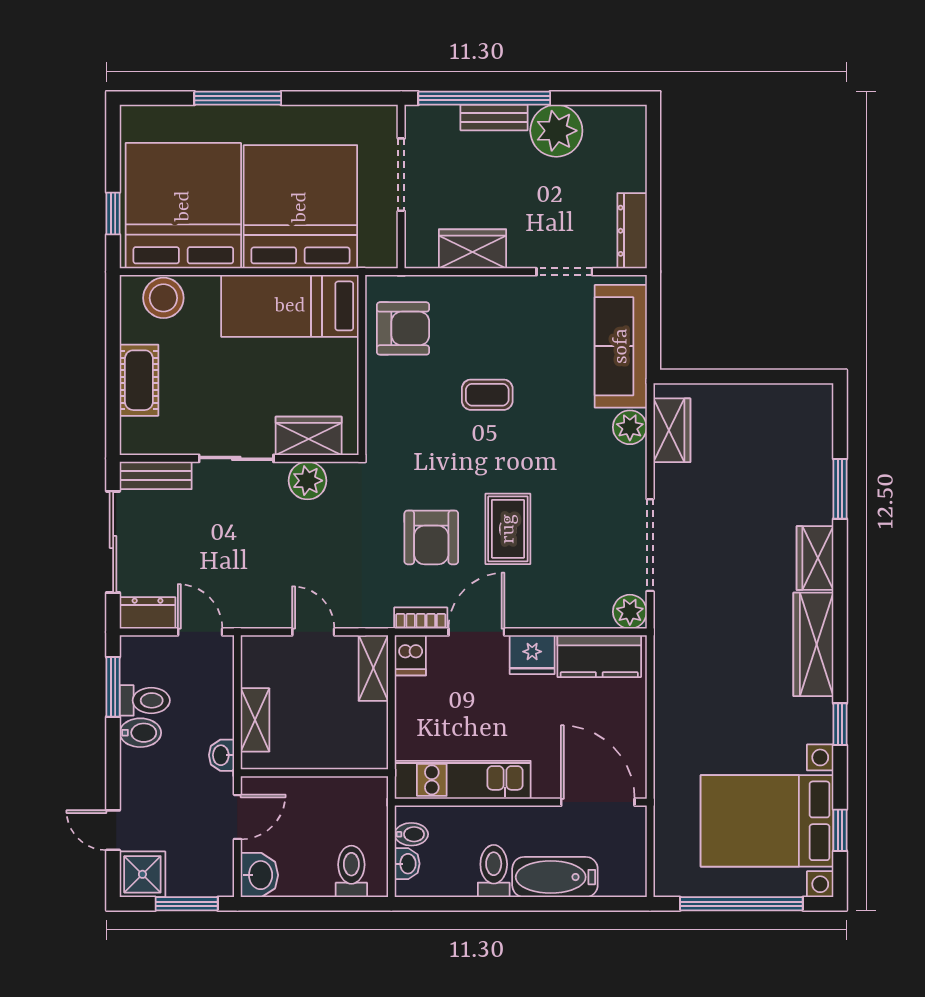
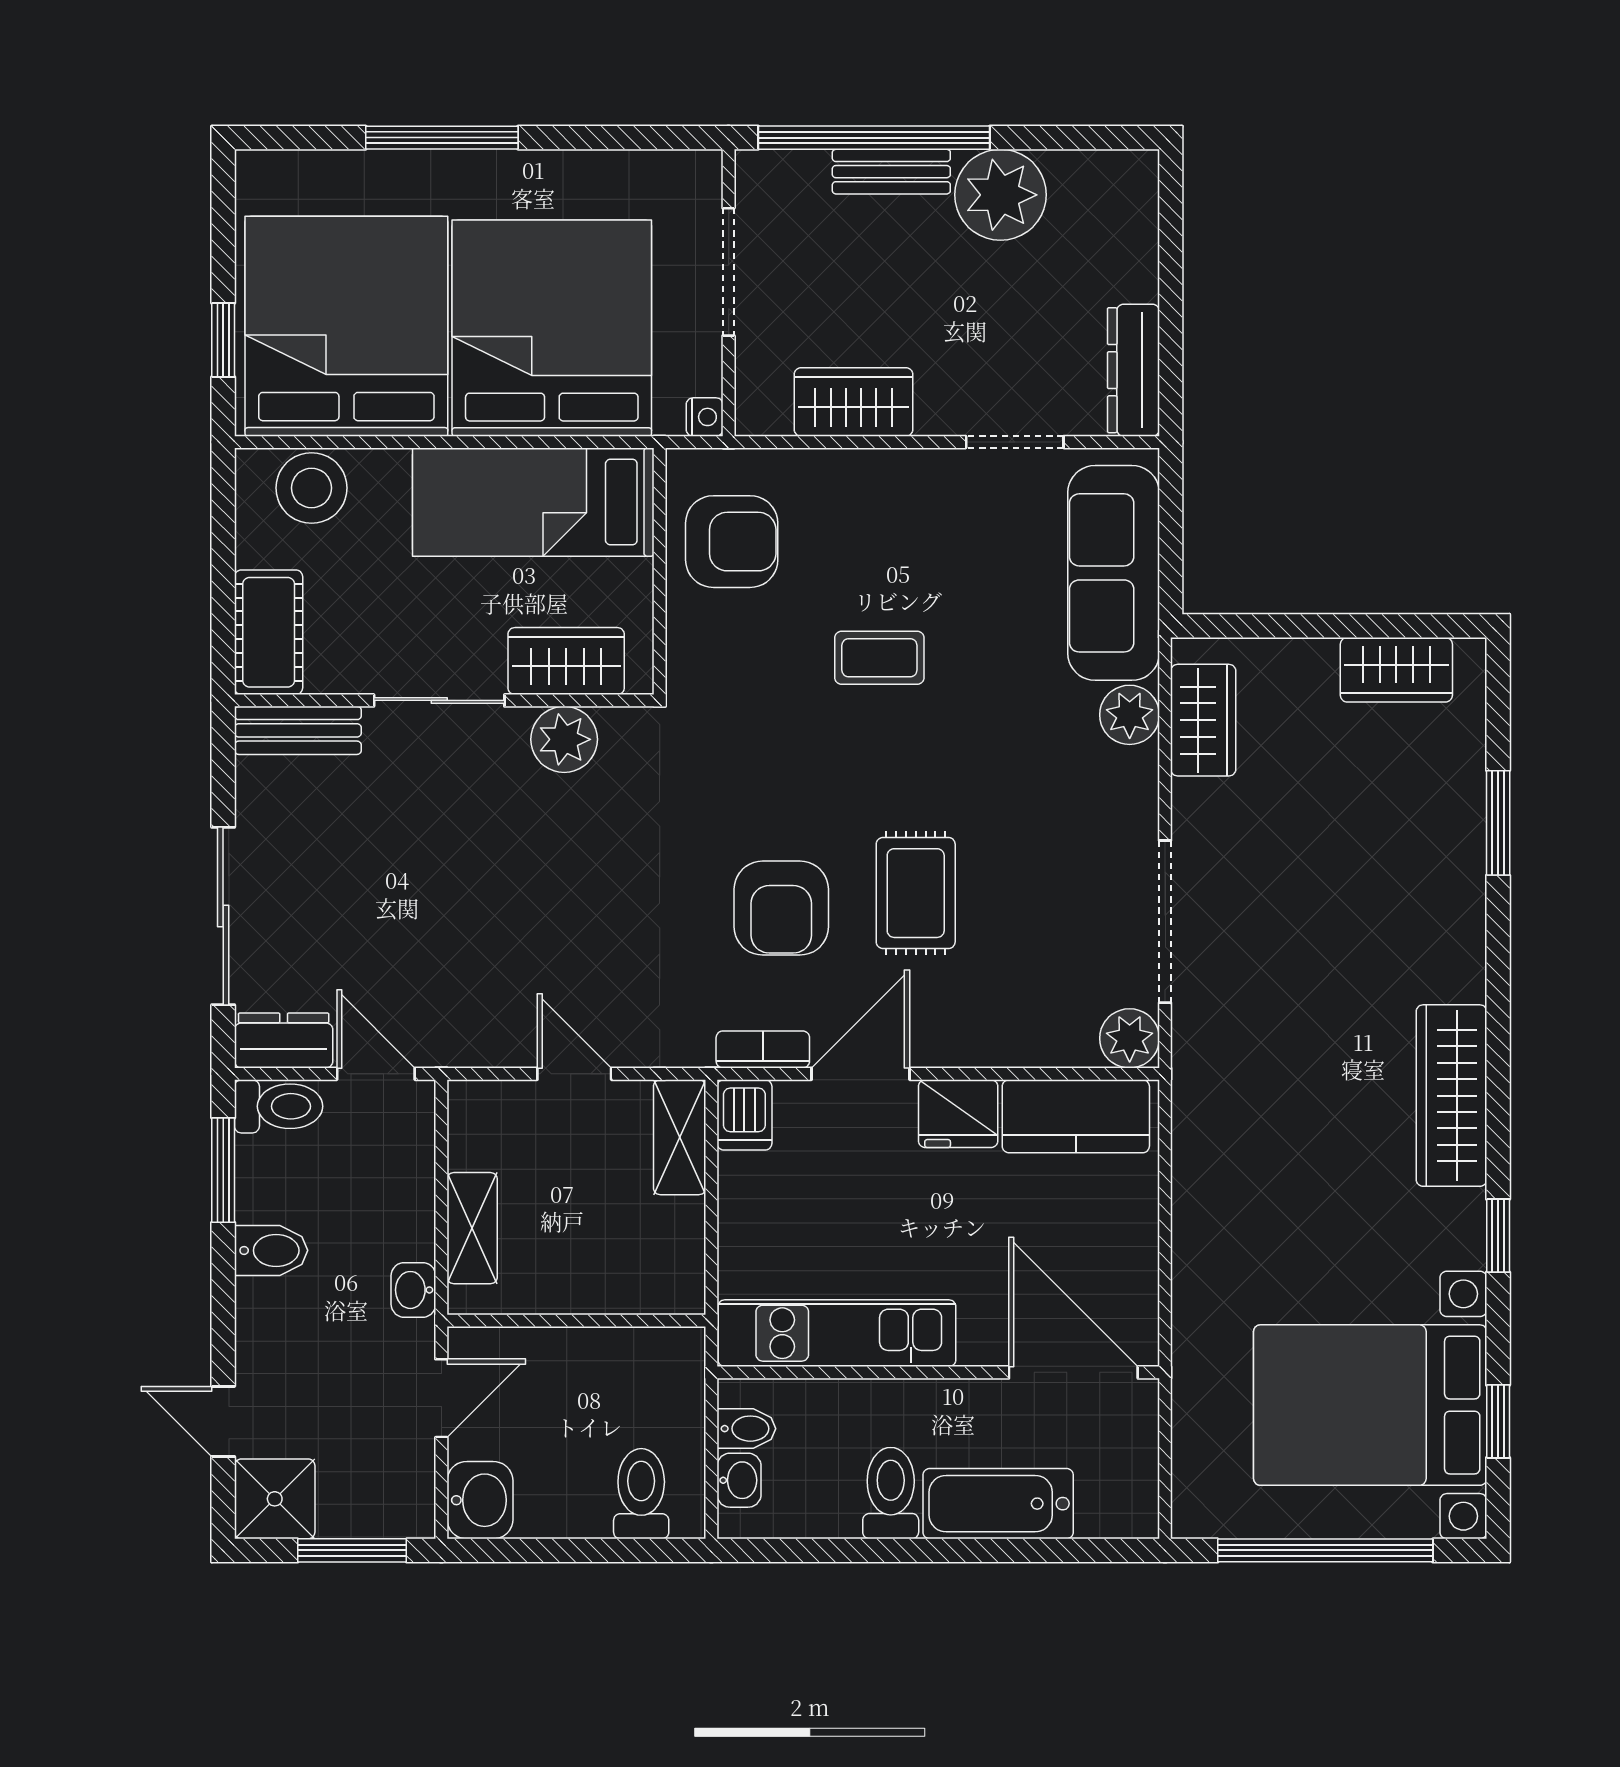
nightstand: (388, 257) -> (705, 417), added
wardrobe: (309, 436) -> (566, 661), moved
sliding door: (236, 458) -> (439, 700), moved
wall: (239, 458) -> (444, 700), moved
bench: (156, 475) -> (298, 730), moved
plant: (307, 481) -> (564, 739), moved
wardrobe: (815, 558) -> (1396, 670), moved, turned -90
toilet: (145, 700) -> (279, 1106), moved

